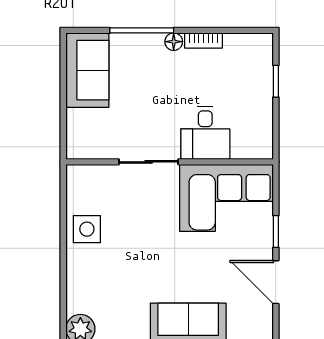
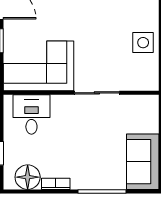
floor lamp: (174, 42) -> (28, 177), moved, width x1.89, depth x1.89
desk: (205, 133) -> (31, 115), moved

